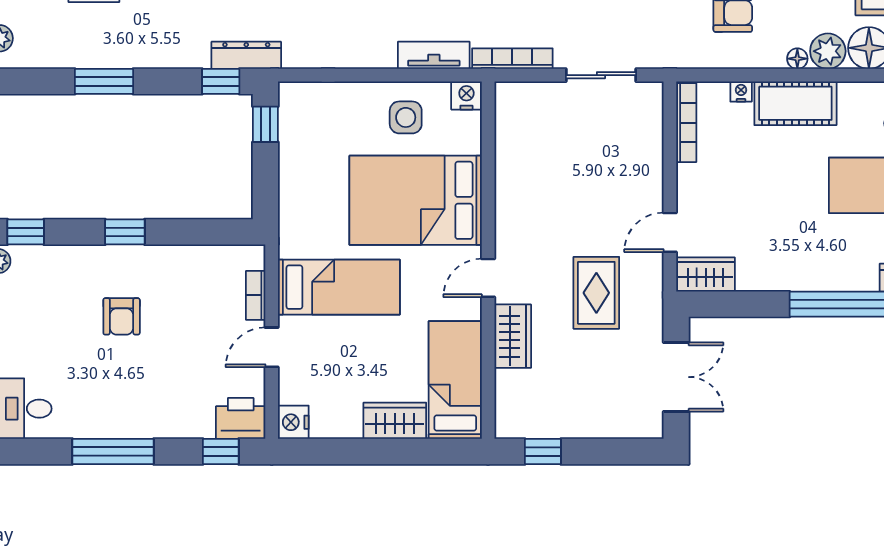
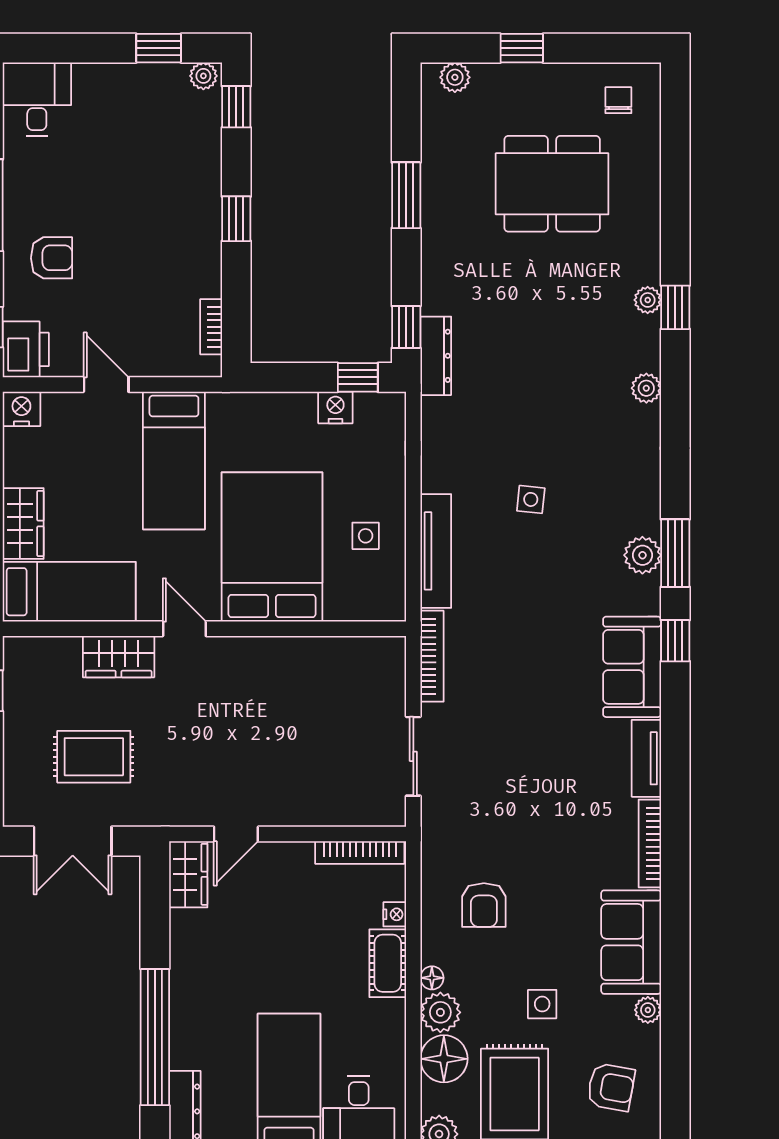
tv unit: (434, 55) -> (436, 551), width x1.41
nightstand: (466, 95) -> (335, 407), moved, turned -90
cot: (795, 103) -> (388, 963), width x0.73, depth x0.75
side table: (406, 117) -> (366, 536), width x0.73, depth x0.73
door: (670, 232) -> (236, 834), swing flipped
rug: (596, 293) -> (94, 757), moved
bookcase: (256, 295) -> (211, 327), moved, turned -90
armchair: (122, 316) -> (52, 258), moved, turned 180

